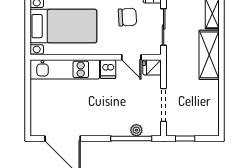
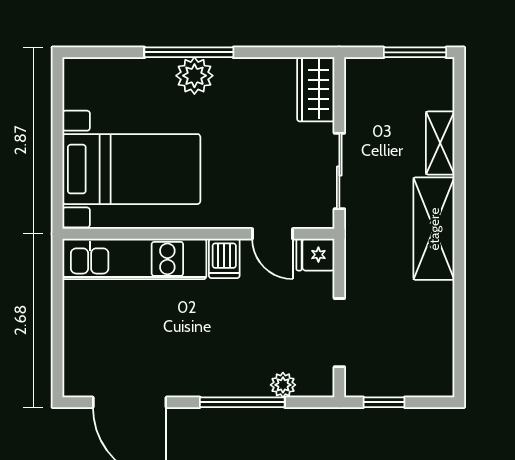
chair: (127, 17) -> (264, 150), removed
window: (131, 139) -> (242, 402), moved

